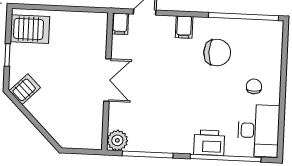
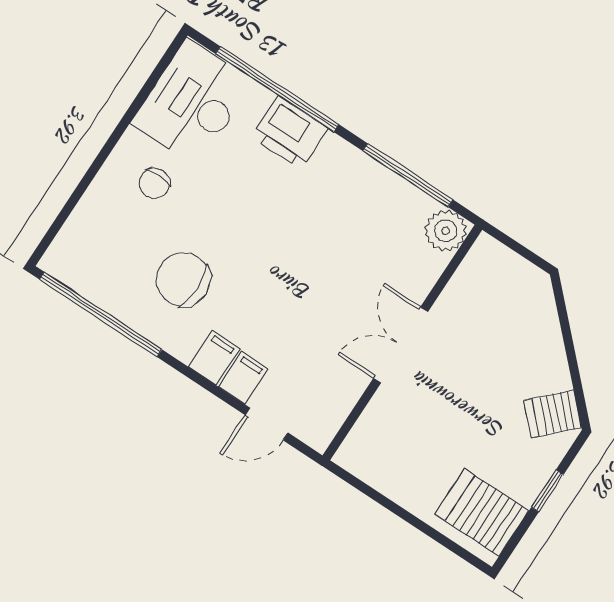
filing cabinet: (120, 24) -> (243, 378), moved

